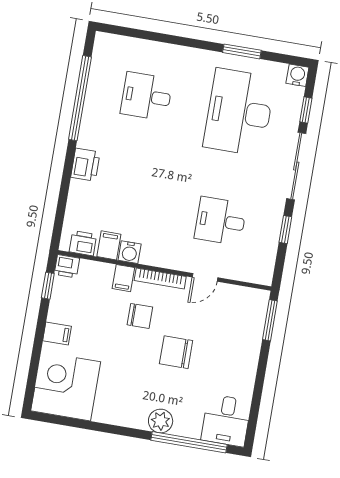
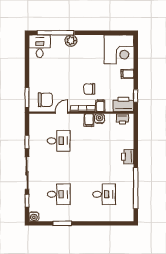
desk: (239, 112) -> (59, 194), width x0.53, depth x0.77
filing cabinet: (109, 245) -> (89, 120), moved
printer: (67, 266) -> (124, 104), width x1.87, depth x1.48
chair: (176, 352) -> (45, 100), moved

